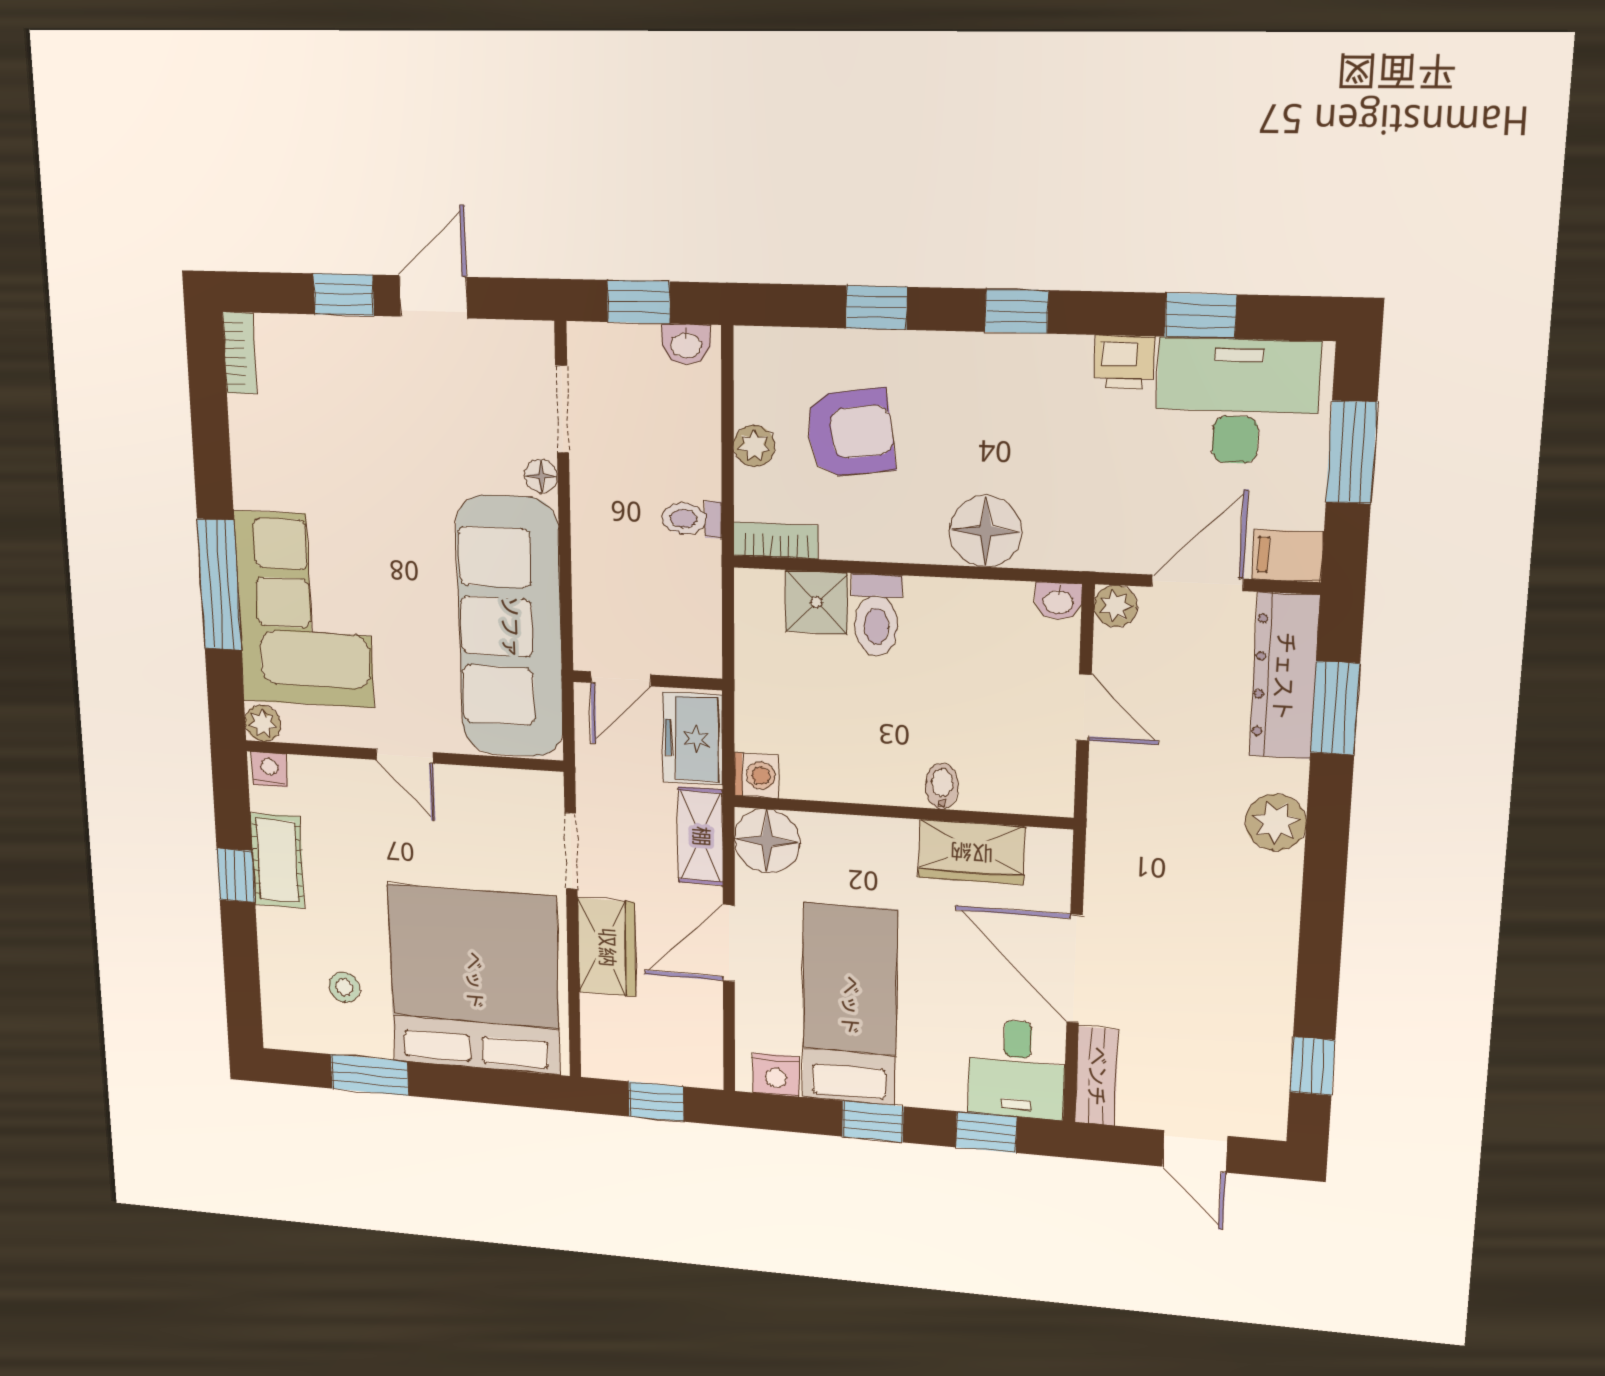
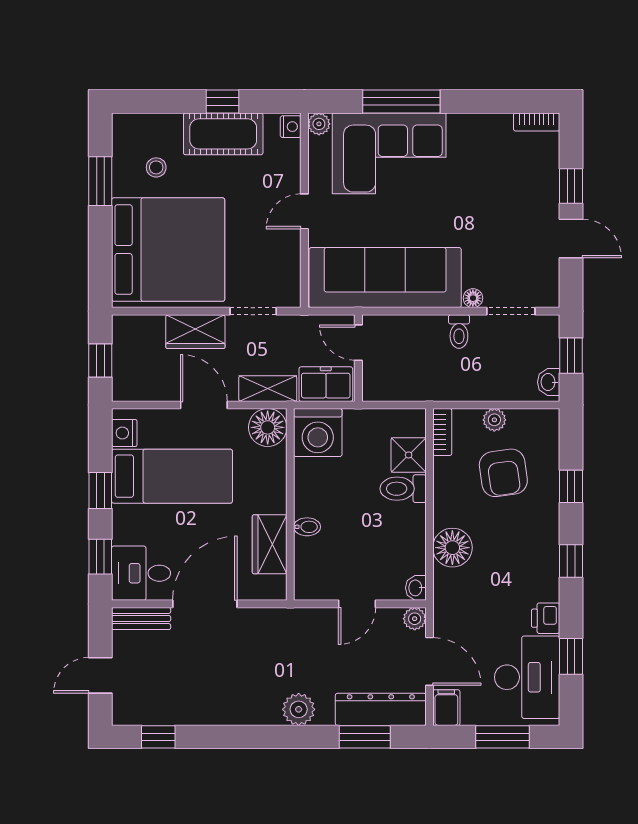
toilet: (692, 519) -> (459, 332), moved, turned 180
washing machine: (756, 775) -> (318, 433), width x1.89, depth x1.89
cot: (277, 861) -> (223, 134), width x1.37, depth x1.34

